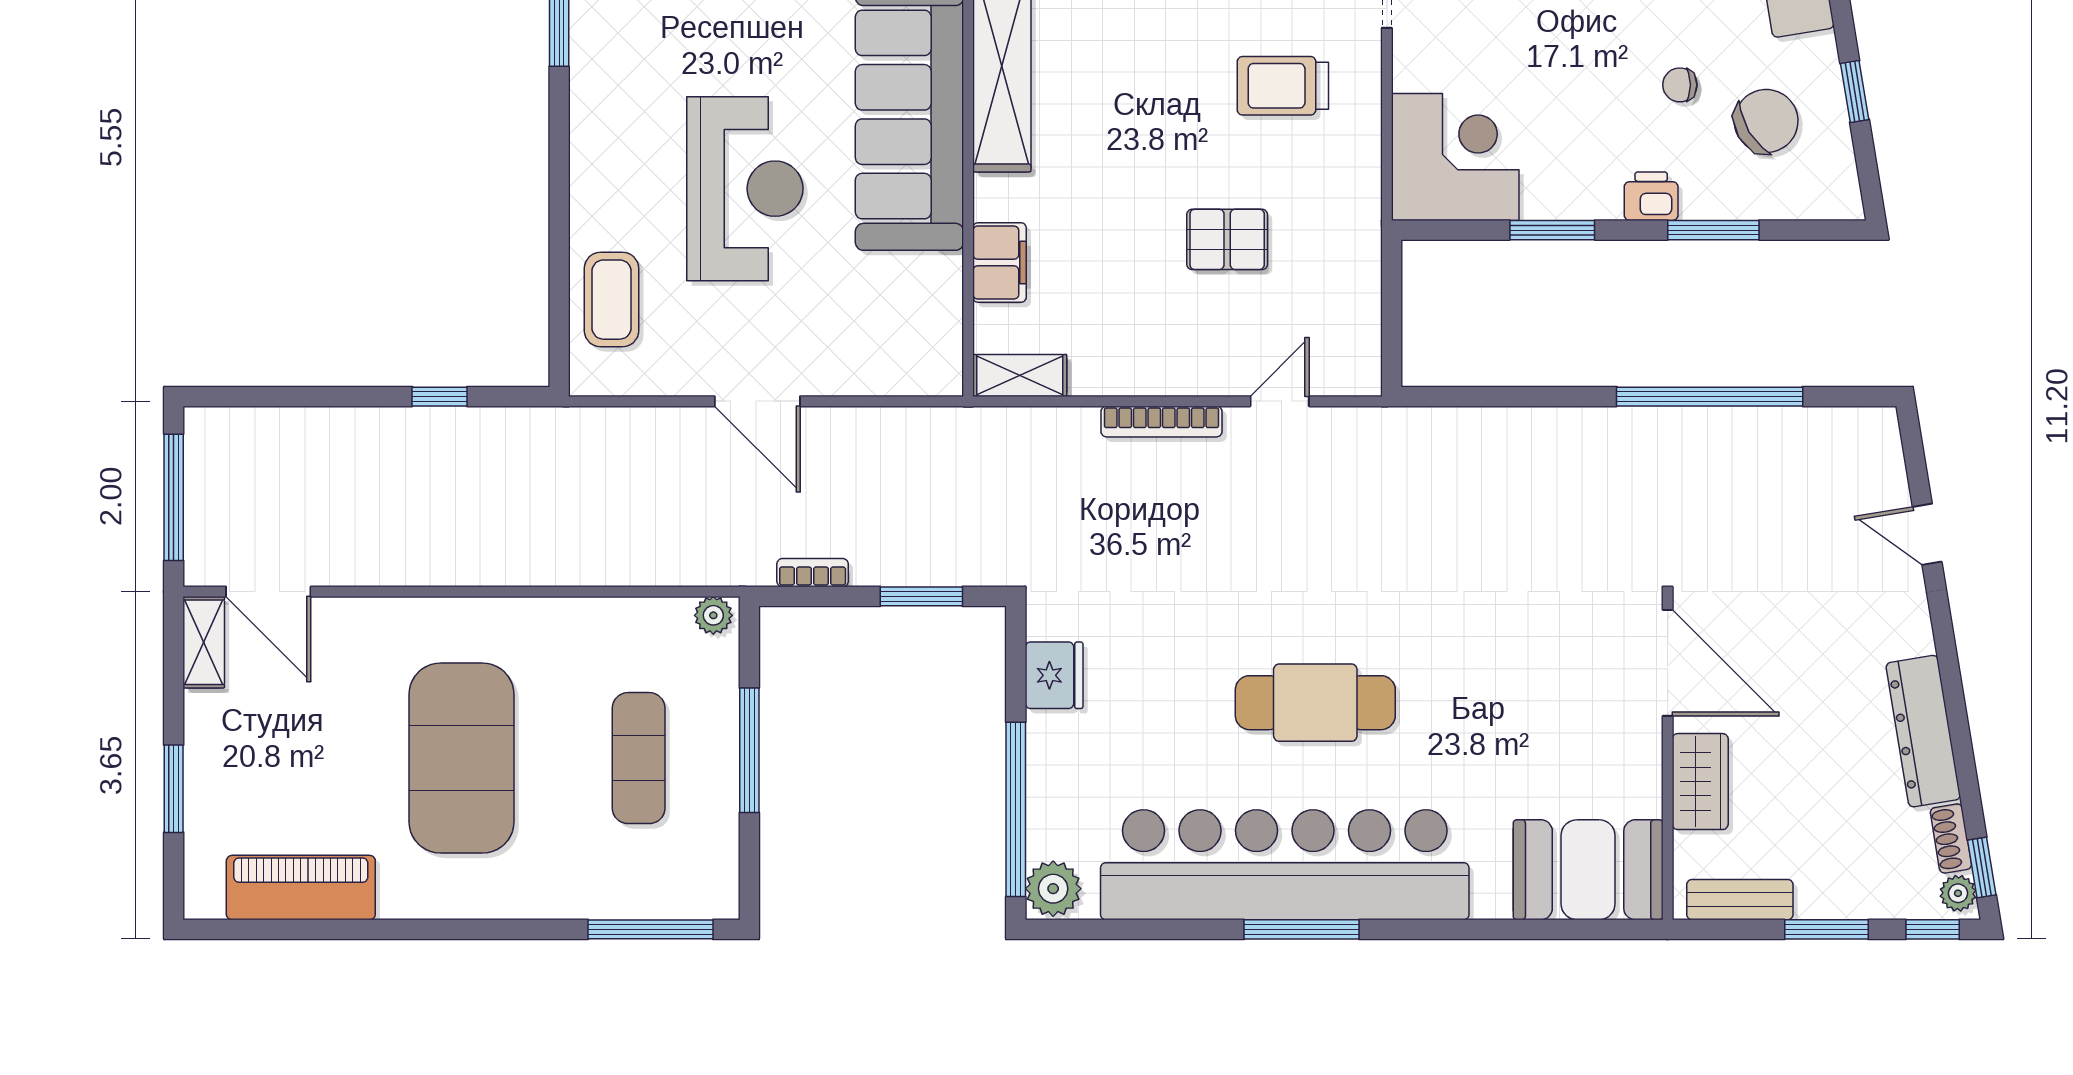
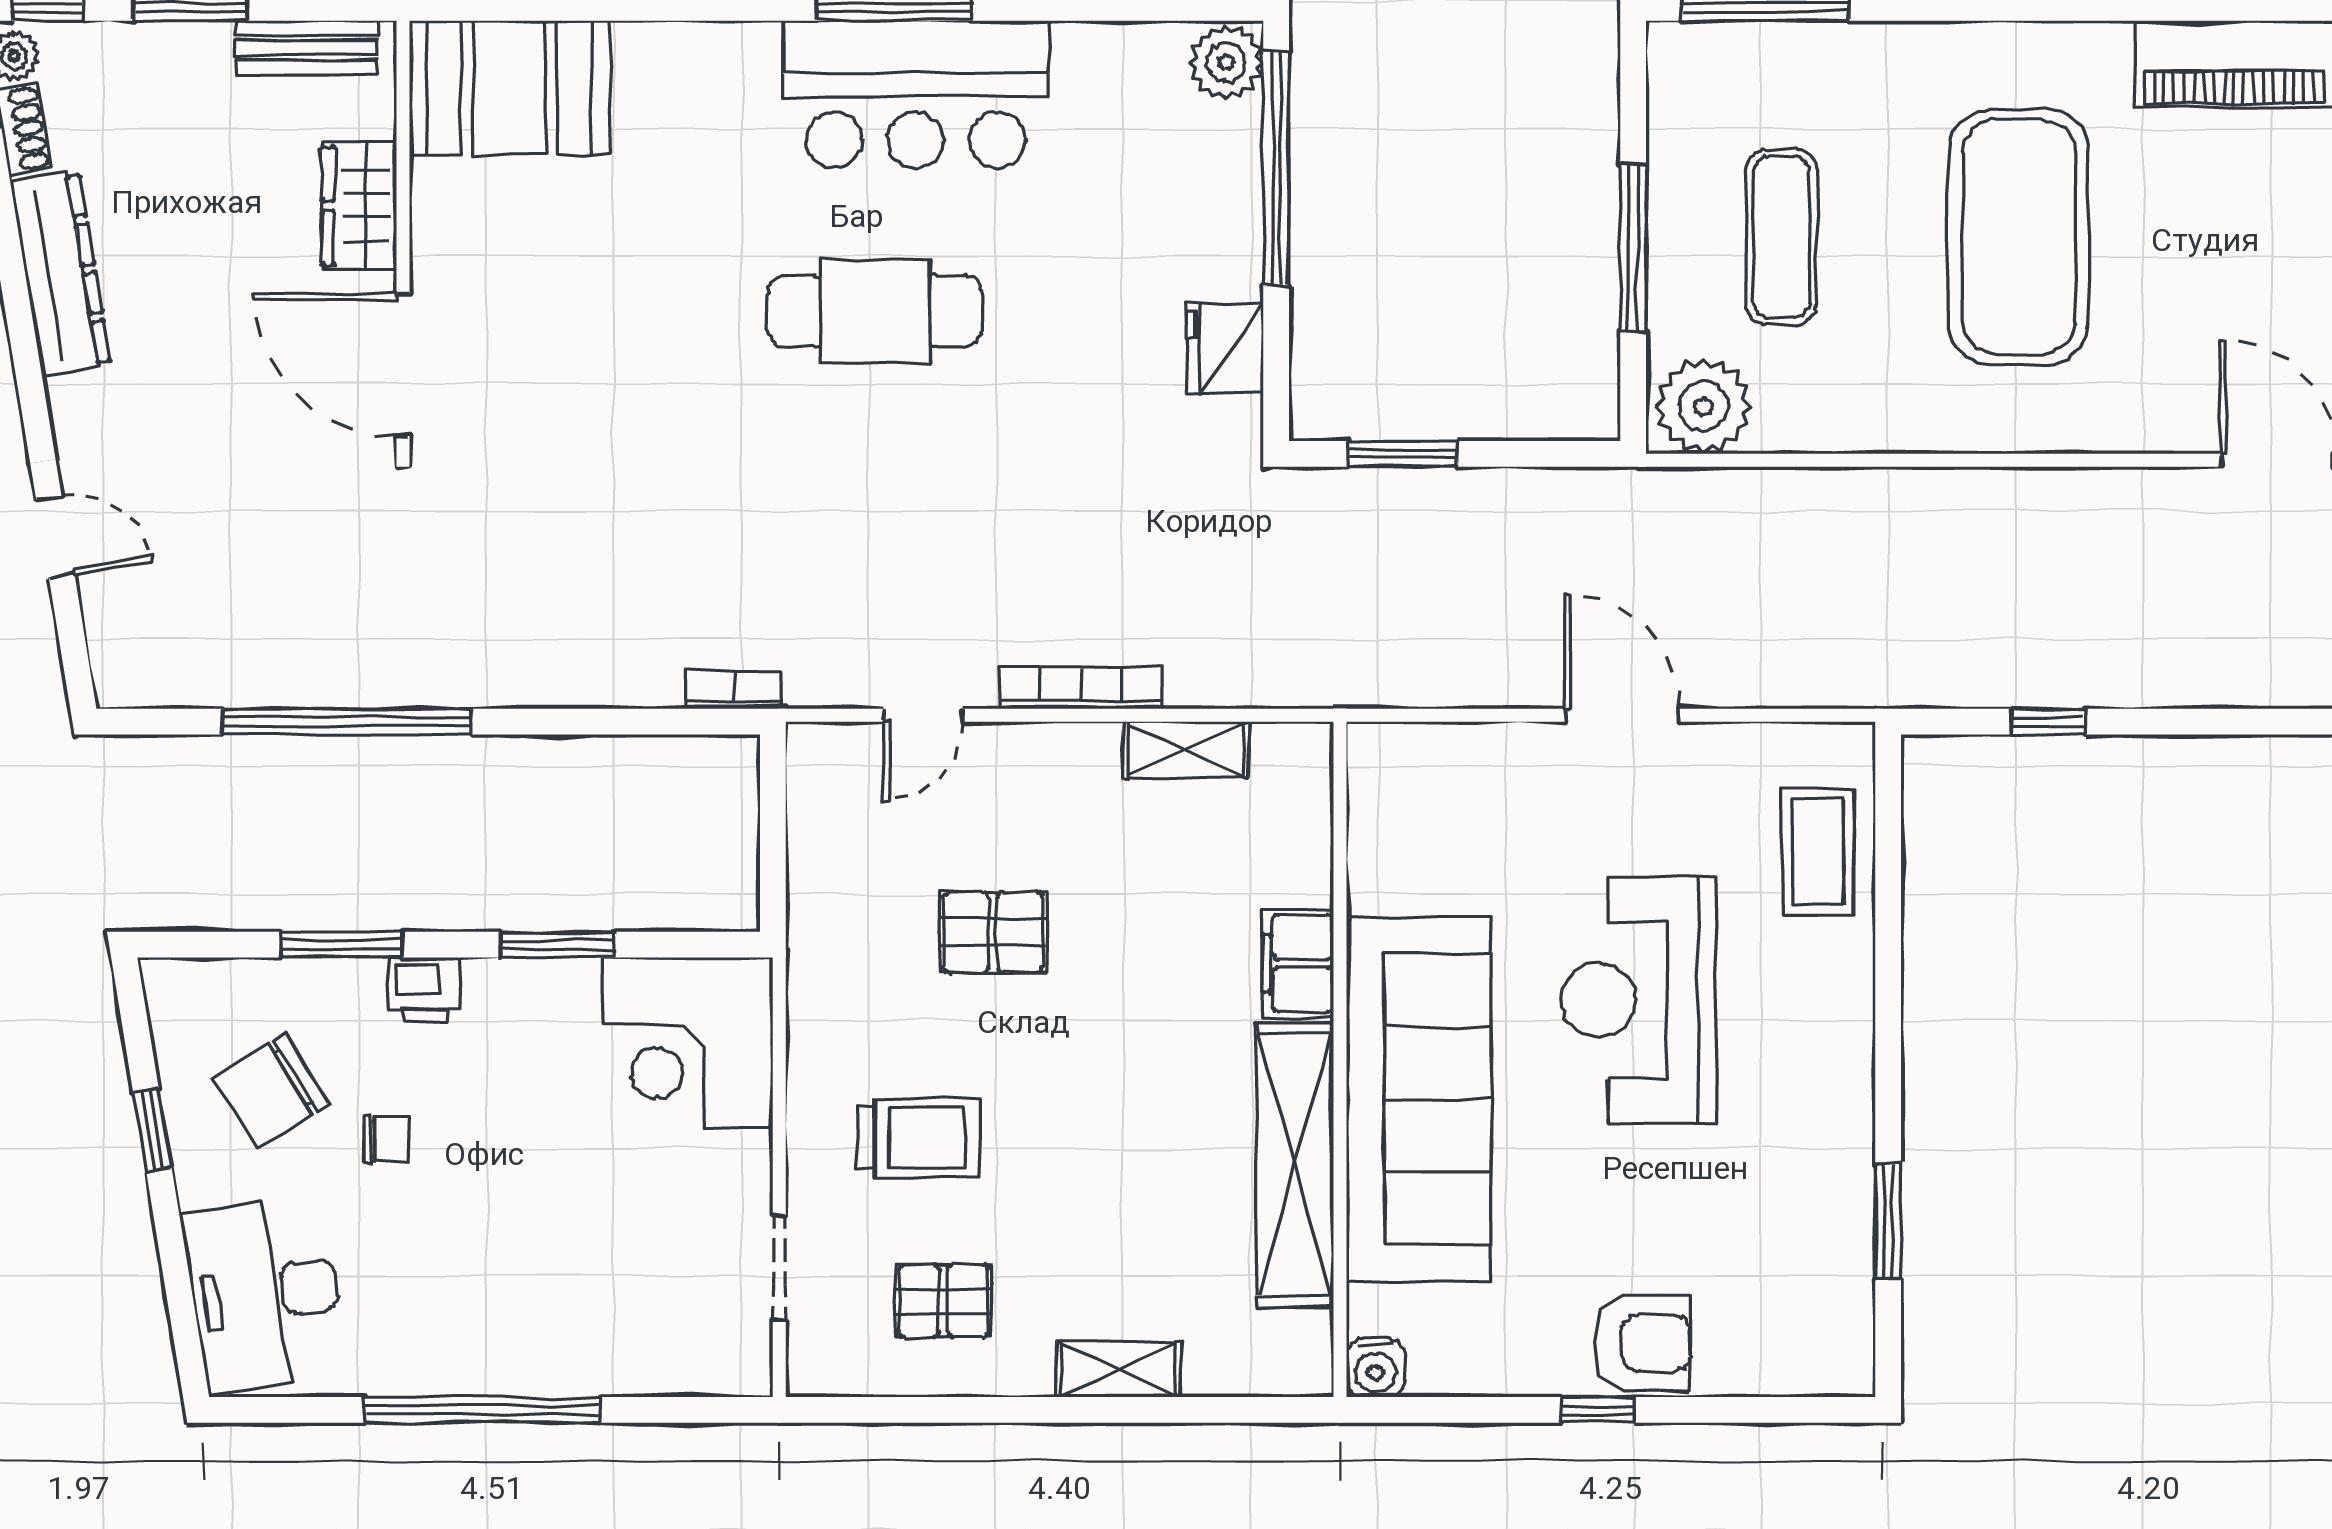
filing cabinet: (1000, 263) -> (1298, 963), moved
shelving: (1020, 375) -> (1185, 750), moved
bookcase: (813, 573) -> (734, 690), moved, turned 180
plant: (713, 615) -> (1704, 406), width x1.88, depth x1.88
bar counter: (1285, 865) -> (916, 94), width x0.54

